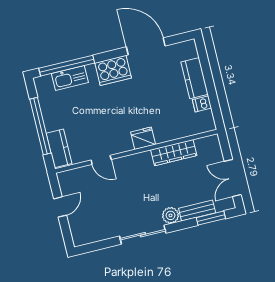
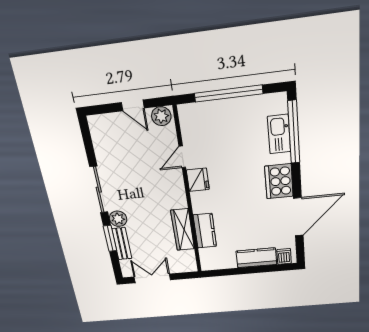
dishwasher: (202, 104) -> (284, 256), moved
fridge: (143, 138) -> (198, 180), moved
kitchen counter: (59, 148) -> (205, 231), moved, turned -90
plant: (67, 182) -> (161, 116), added
window: (211, 218) -> (110, 238), moved

